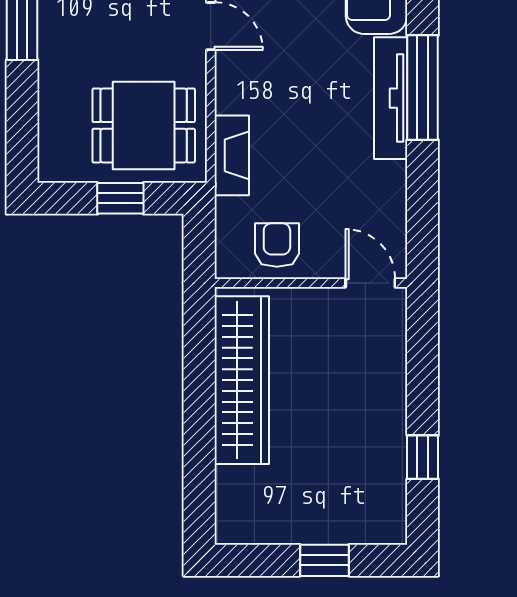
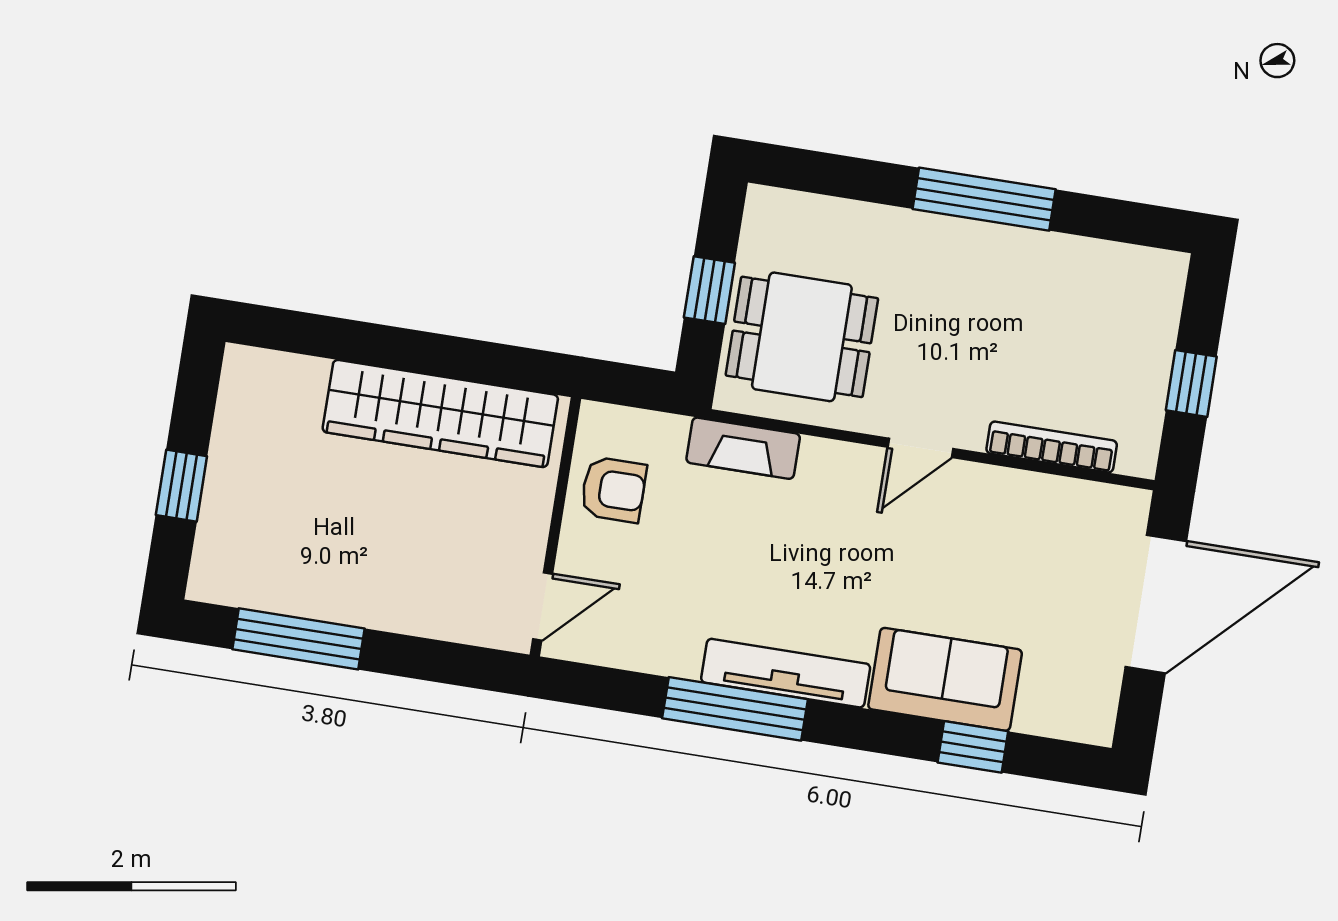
window: (423, 88) -> (735, 709), moved
dining table: (144, 125) -> (802, 337), turned 90
window: (423, 457) -> (298, 639), width x2.17

